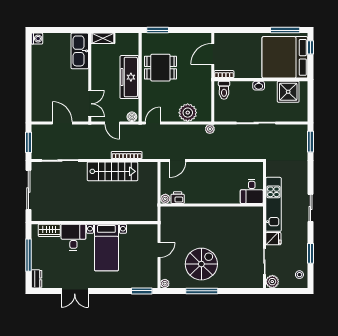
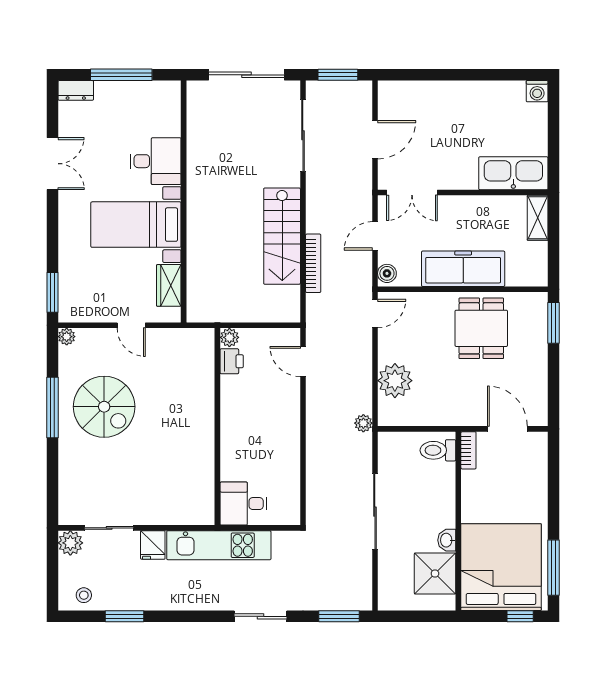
washbasin: (259, 86) -> (447, 540), moved
door: (153, 123) -> (375, 314), hinge flipped
sliding door: (310, 208) -> (261, 616), moved
wardrobe: (49, 230) -> (169, 285), moved
double door: (75, 291) -> (52, 164), swing flipped

